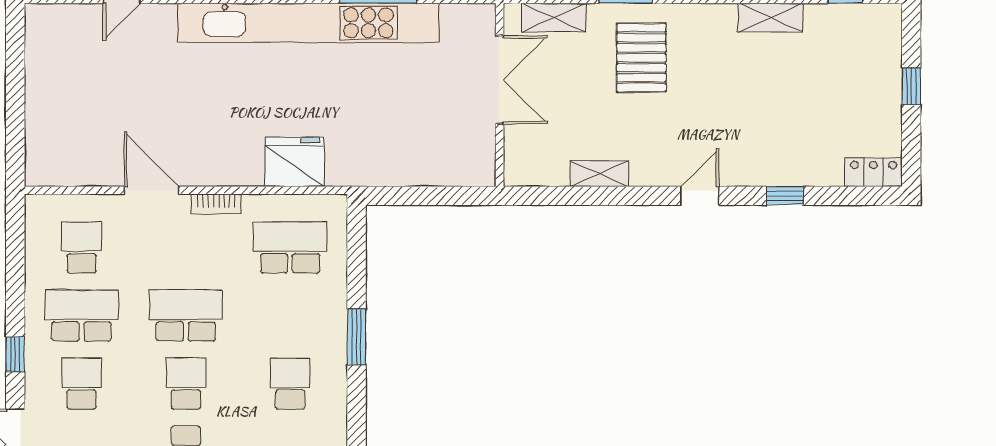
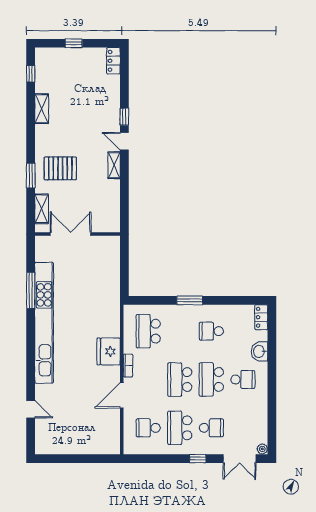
fridge: (295, 162) -> (109, 351), moved
shelving: (599, 174) -> (114, 165), moved
window: (785, 196) -> (124, 117), moved
school desk: (82, 384) -> (211, 428), turned 180
school desk: (186, 384) -> (211, 379), width x1.85

